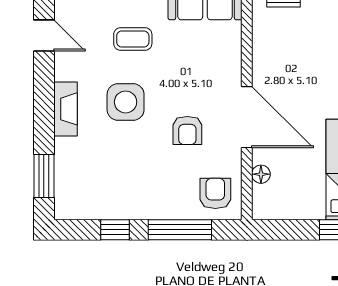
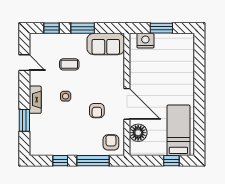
side table: (126, 102) -> (66, 96), width x0.54, depth x0.54
floor lamp: (261, 174) -> (138, 133), width x1.89, depth x1.89
window: (44, 176) -> (24, 120), moved

